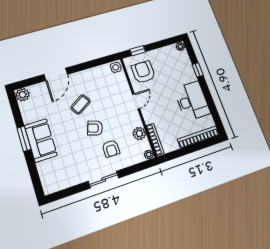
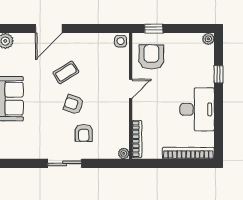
plant: (139, 134) -> (121, 127), removed

